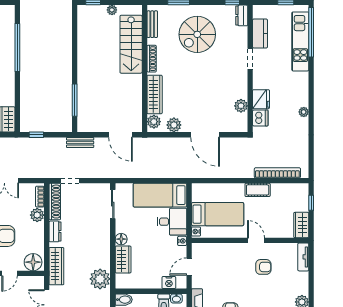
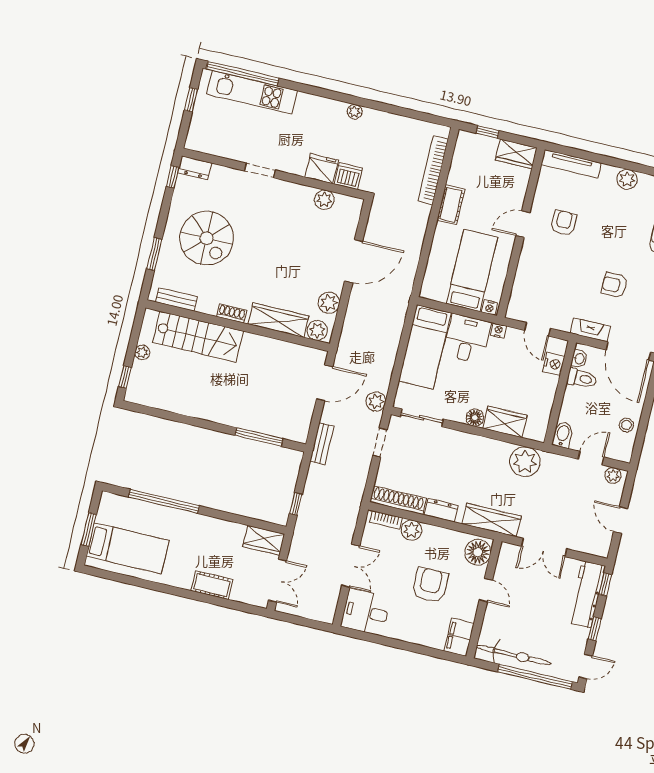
kitchen counter: (260, 34) -> (227, 148), removed
shoe rack: (152, 59) -> (232, 313), width x0.70
plant: (116, 171) -> (376, 401), added
doorway: (70, 181) -> (380, 443), moved
tv unit: (303, 257) -> (571, 164), width x1.41

